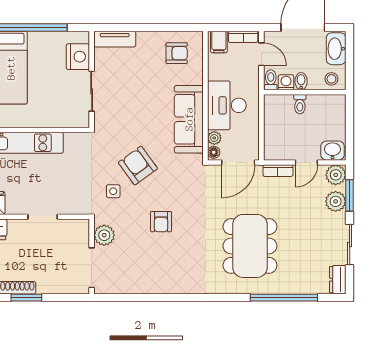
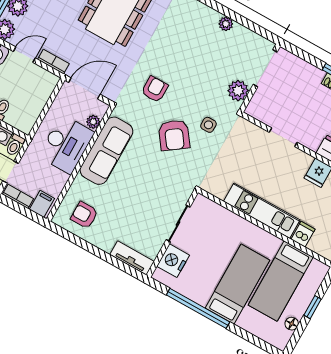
floor lamp: (214, 152) -> (101, 110), removed
armchair: (161, 222) -> (155, 89), moved
plant: (147, 287) -> (226, 24), added

